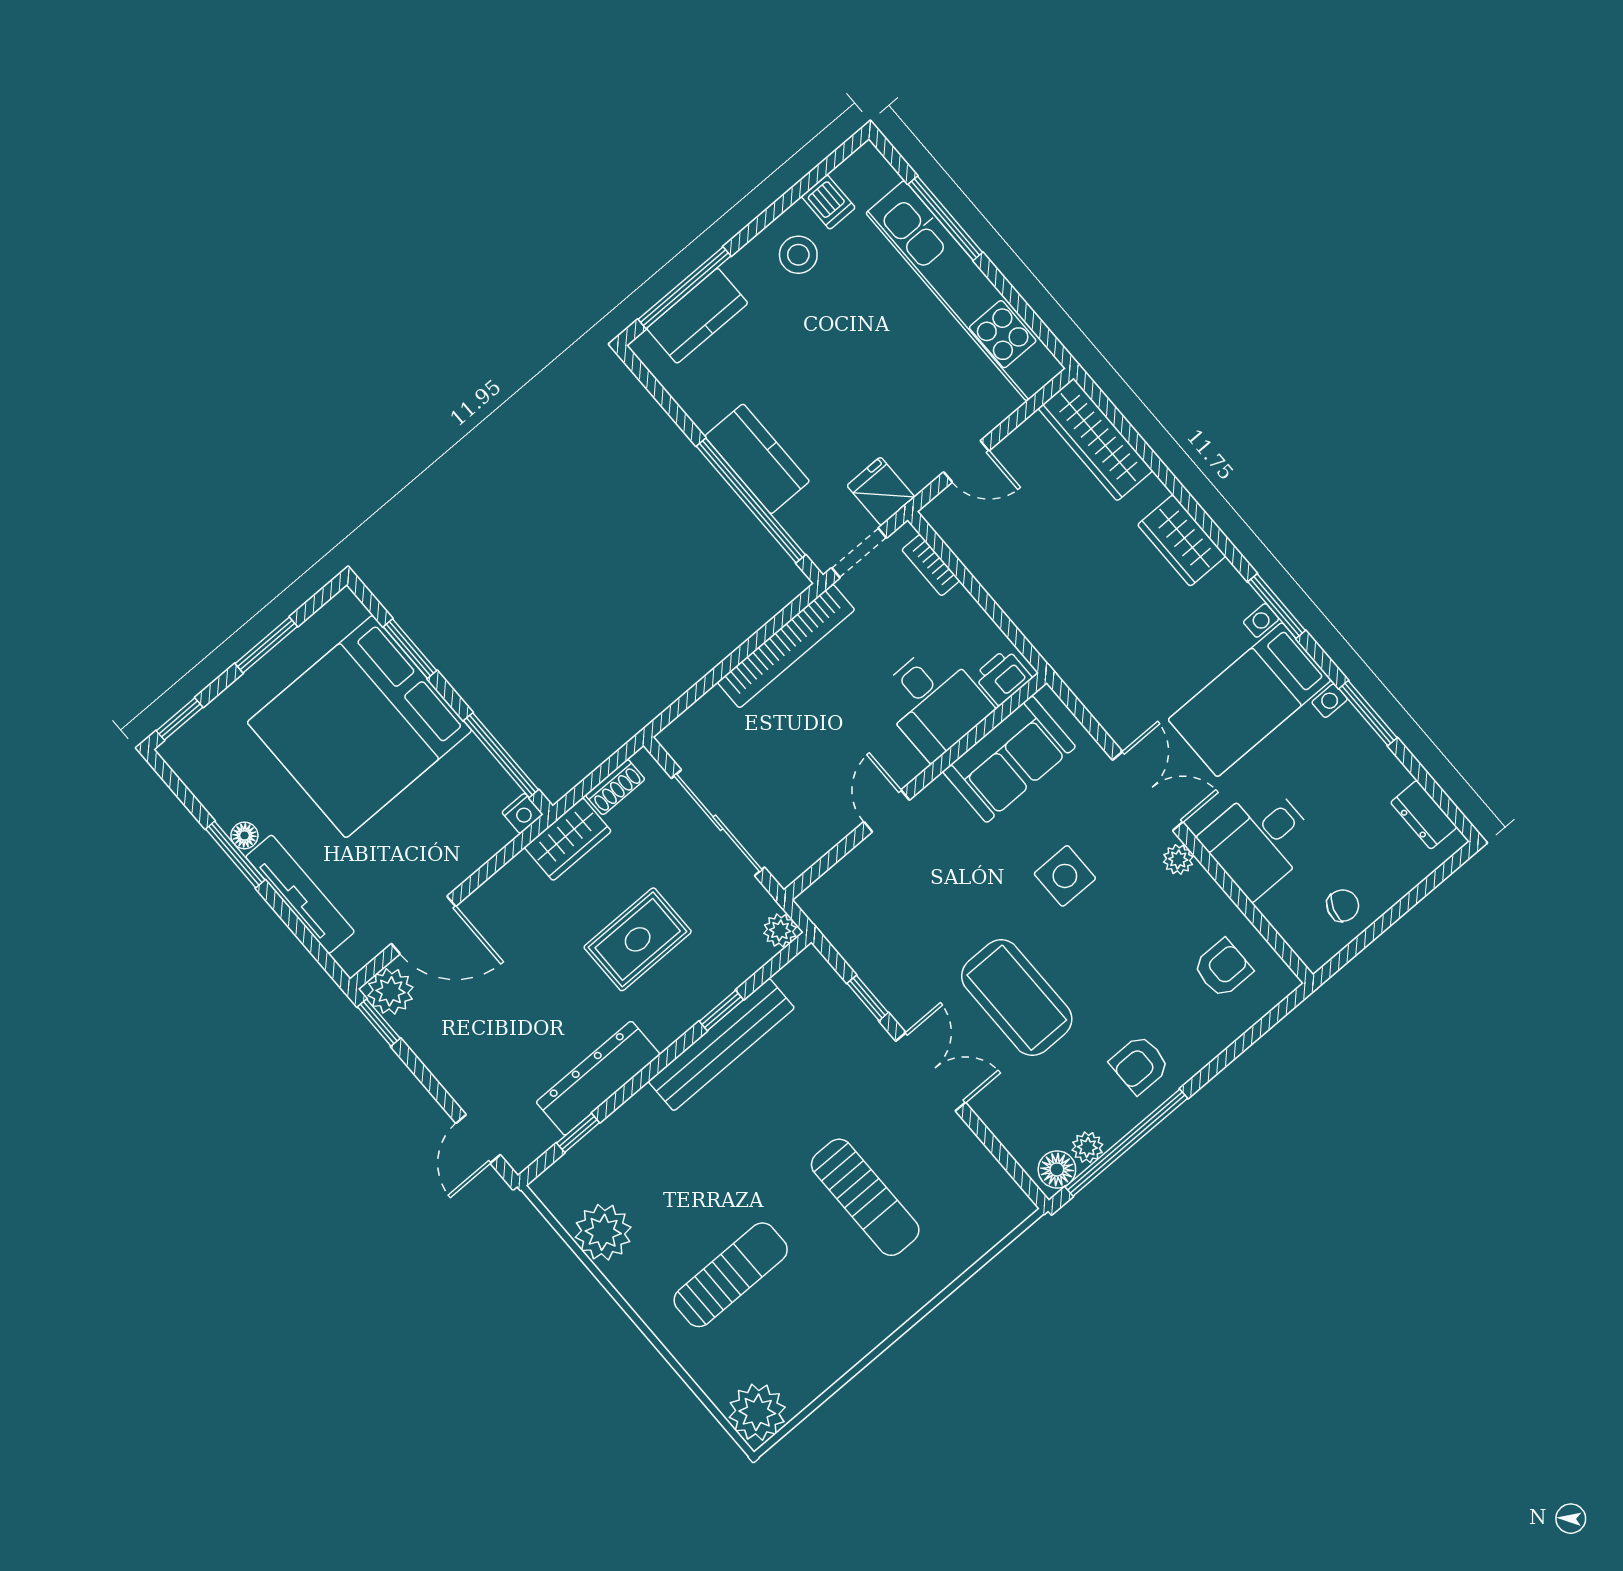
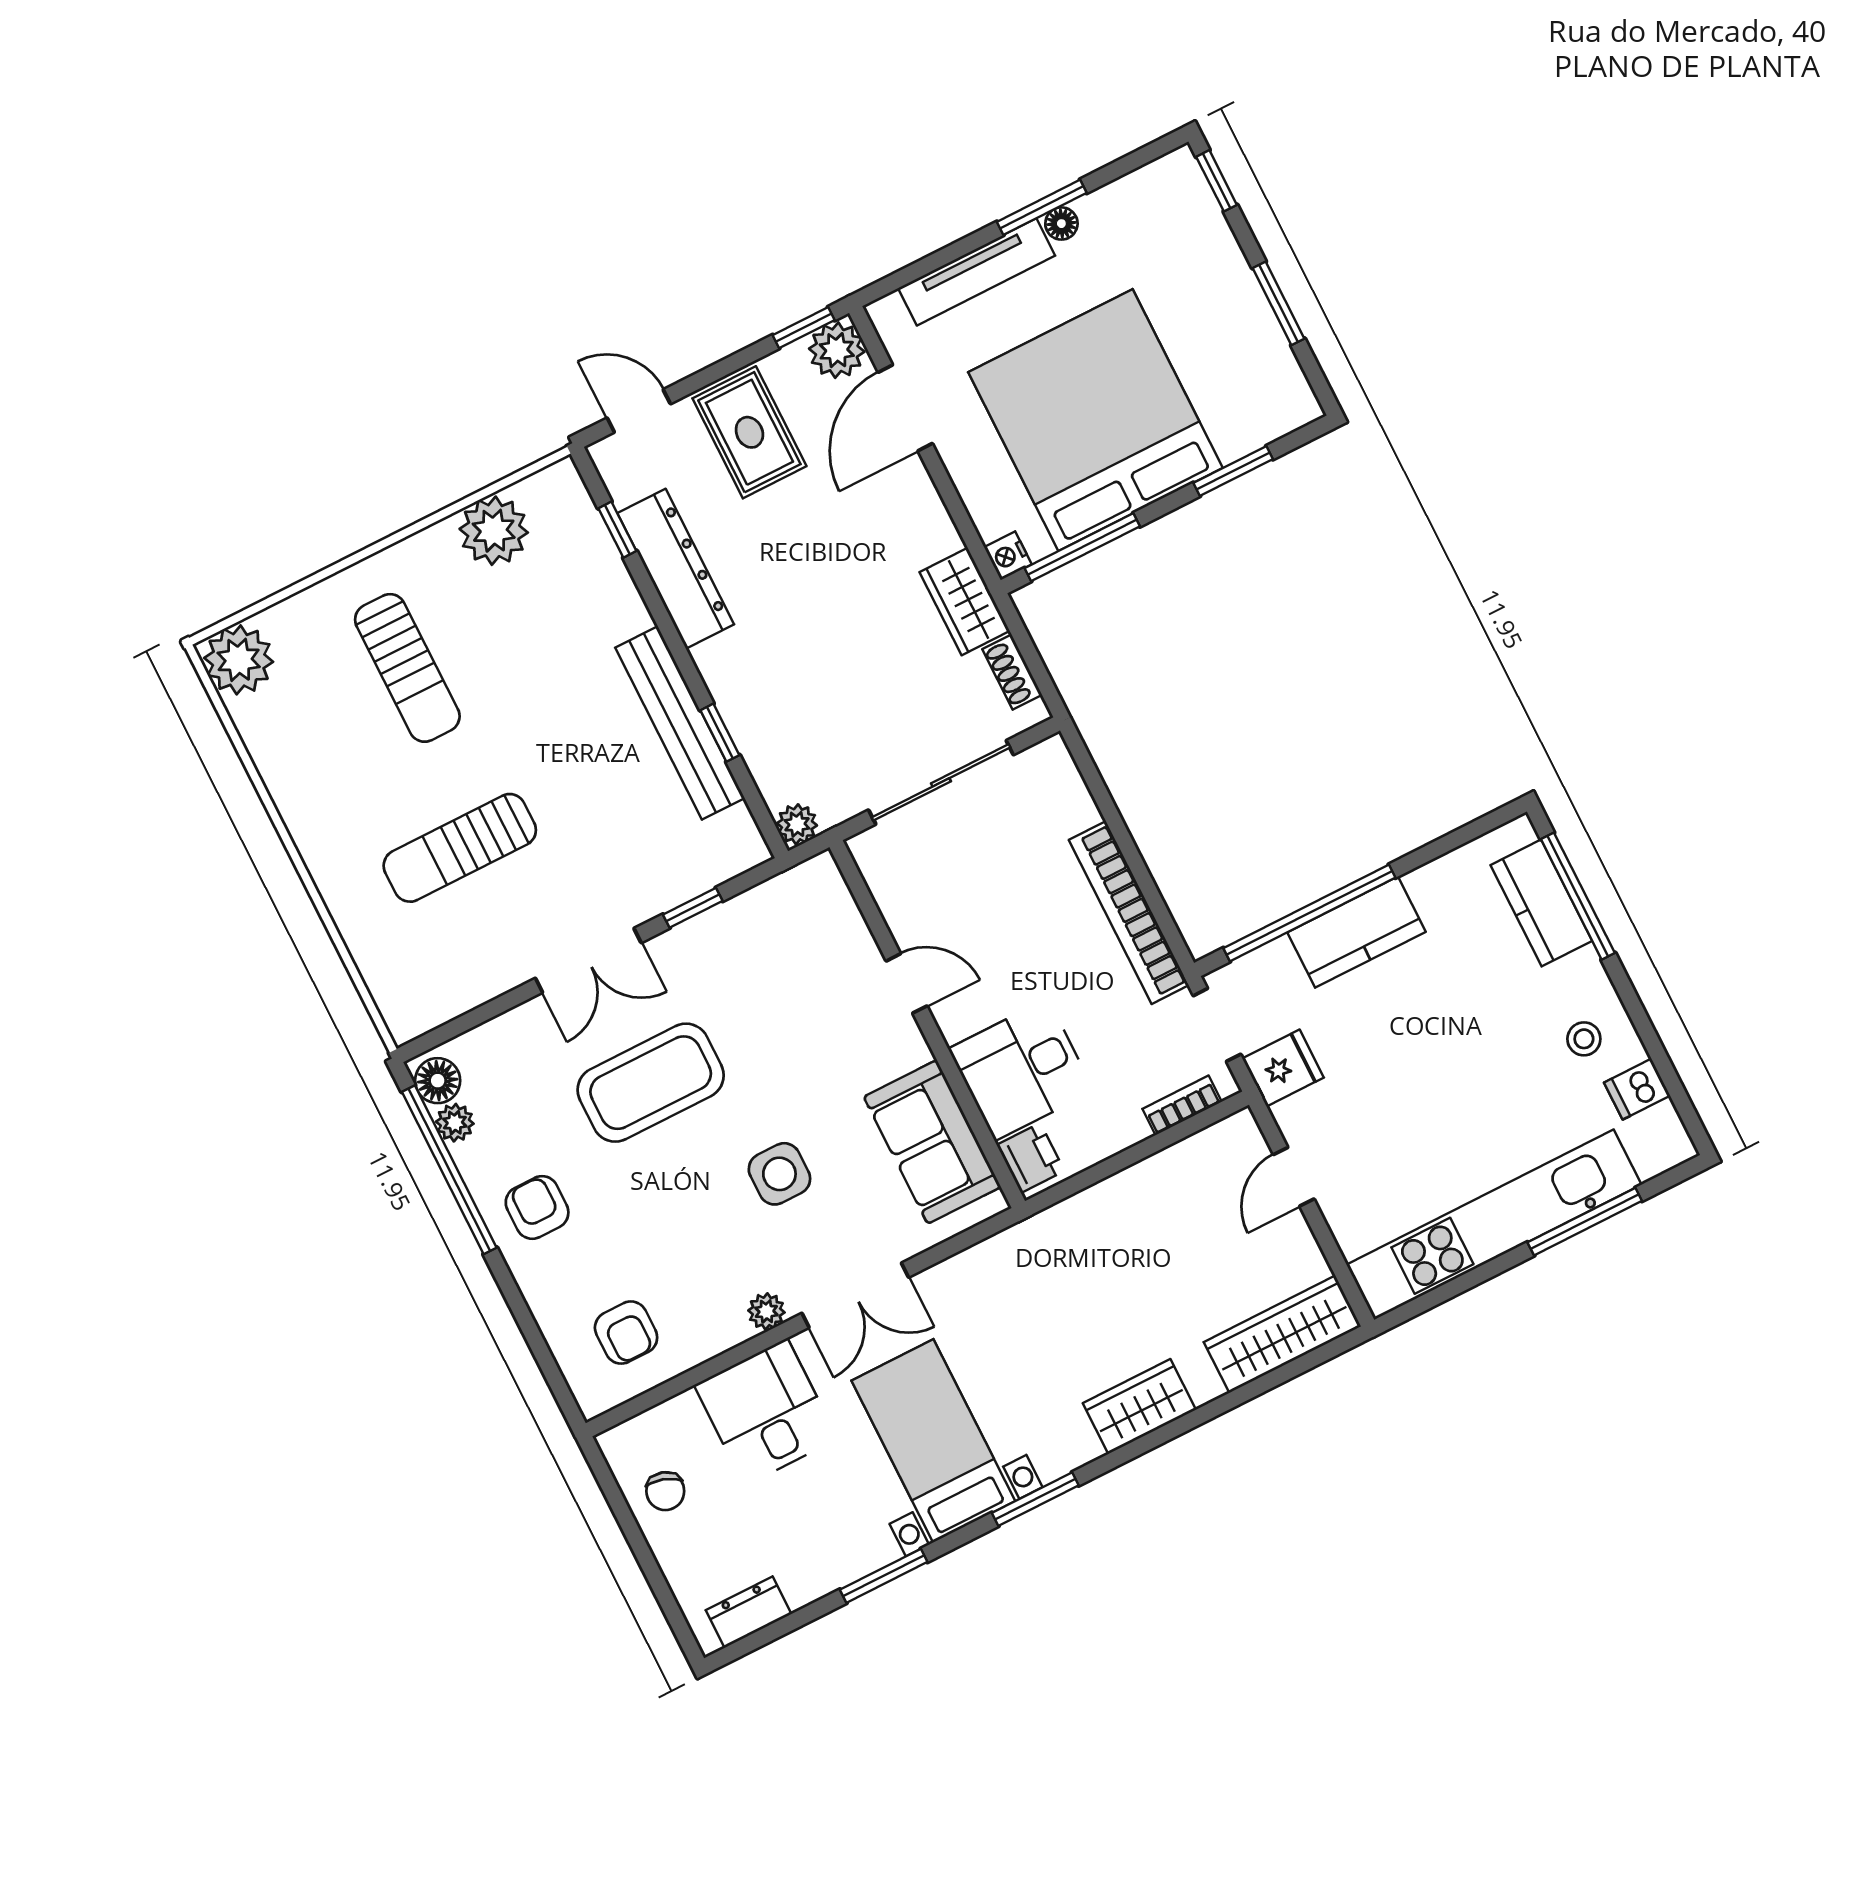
stool: (798, 255) -> (1584, 1039), width x0.73, depth x0.73
bed: (359, 727) -> (1095, 420), moved
rug: (638, 939) -> (749, 432), moved

